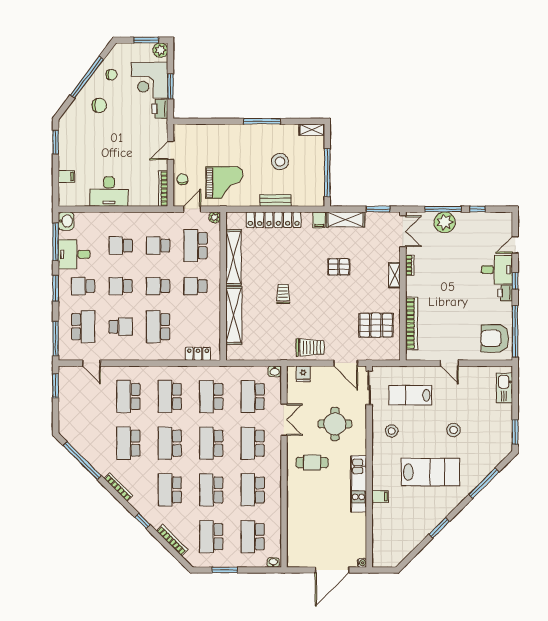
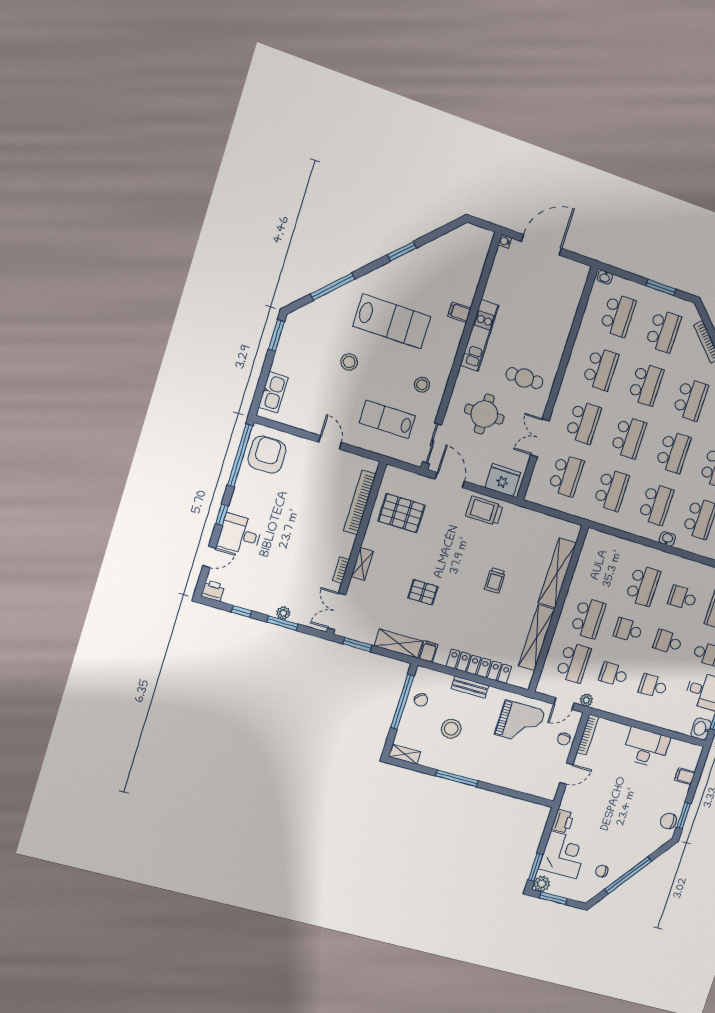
window: (170, 86) -> (535, 867), moved
chair: (99, 105) -> (668, 821), moved
chair: (313, 178) -> (421, 700), added
grand piano: (224, 183) -> (520, 723), turned 180
window: (443, 209) -> (282, 623), width x0.69
plant: (215, 217) -> (586, 700), moved
plant: (445, 222) -> (283, 613), width x0.53, depth x0.53
school desk: (121, 246) -> (653, 686), turned 180
school desk: (158, 246) -> (614, 674), turned 180
school desk: (121, 286) -> (668, 642), turned 180
school desk: (158, 286) -> (628, 630), turned 180
school desk: (196, 286) -> (588, 618), width x1.85
printer: (505, 293) -> (213, 591), moved, turned -90
armchair: (495, 338) -> (267, 455), turned -90
locker: (198, 354) -> (610, 542), removed
washbasin: (275, 371) -> (667, 539), moved
fridge: (303, 374) -> (503, 480), width x1.88, depth x1.34
lab bench: (410, 395) -> (387, 419), turned 180
lab bench: (430, 472) -> (392, 321), turned 180

